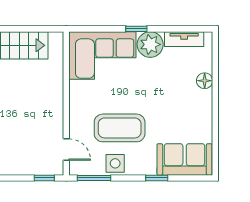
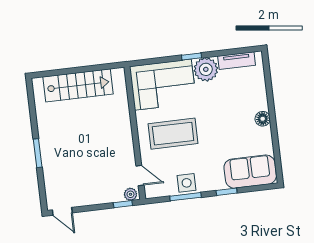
floor lamp: (205, 81) -> (263, 119), moved
coffee table: (120, 128) -> (173, 134), moved
plant: (54, 168) -> (131, 194), added
window: (94, 178) -> (186, 197), moved

